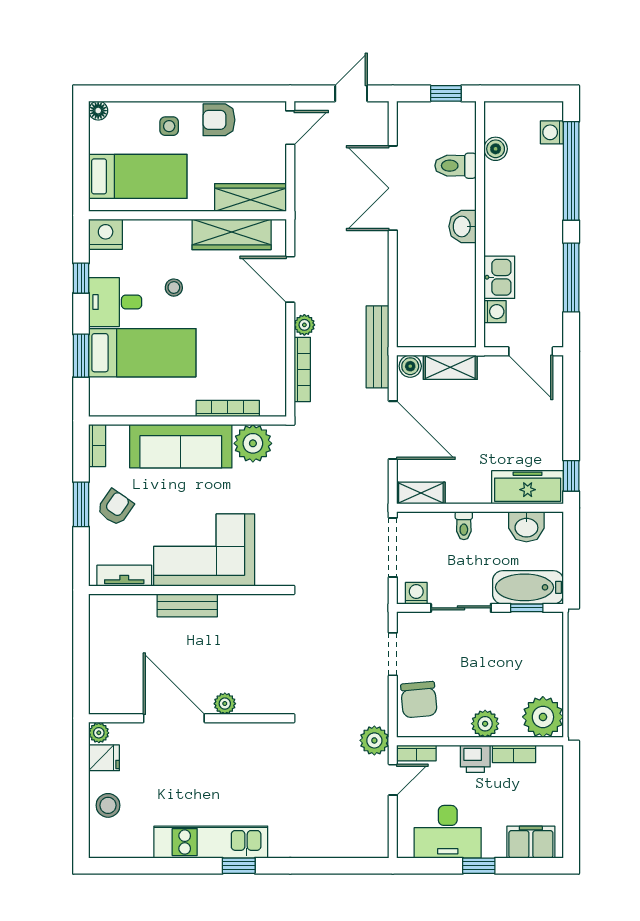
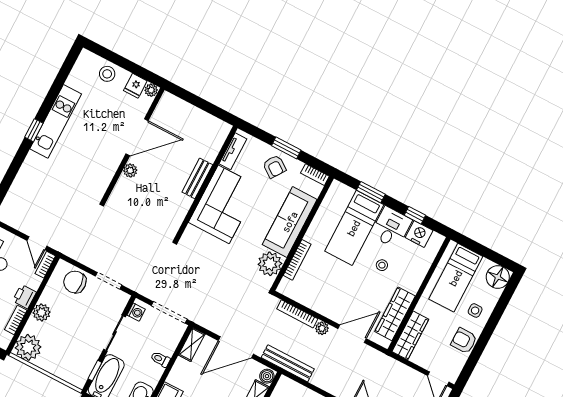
floor lamp: (98, 111) -> (498, 277), width x1.89, depth x1.89
armchair: (219, 120) -> (464, 341), turned -90
nightstand: (106, 234) -> (419, 234), moved, turned -90
plant: (374, 740) -> (65, 245), removed

